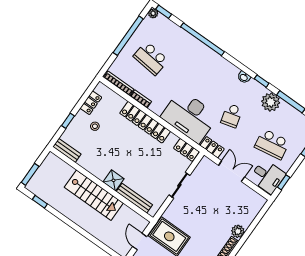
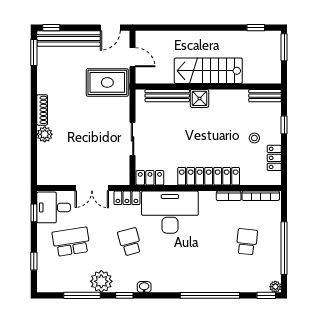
school desk: (151, 58) -> (247, 242), width x0.54

